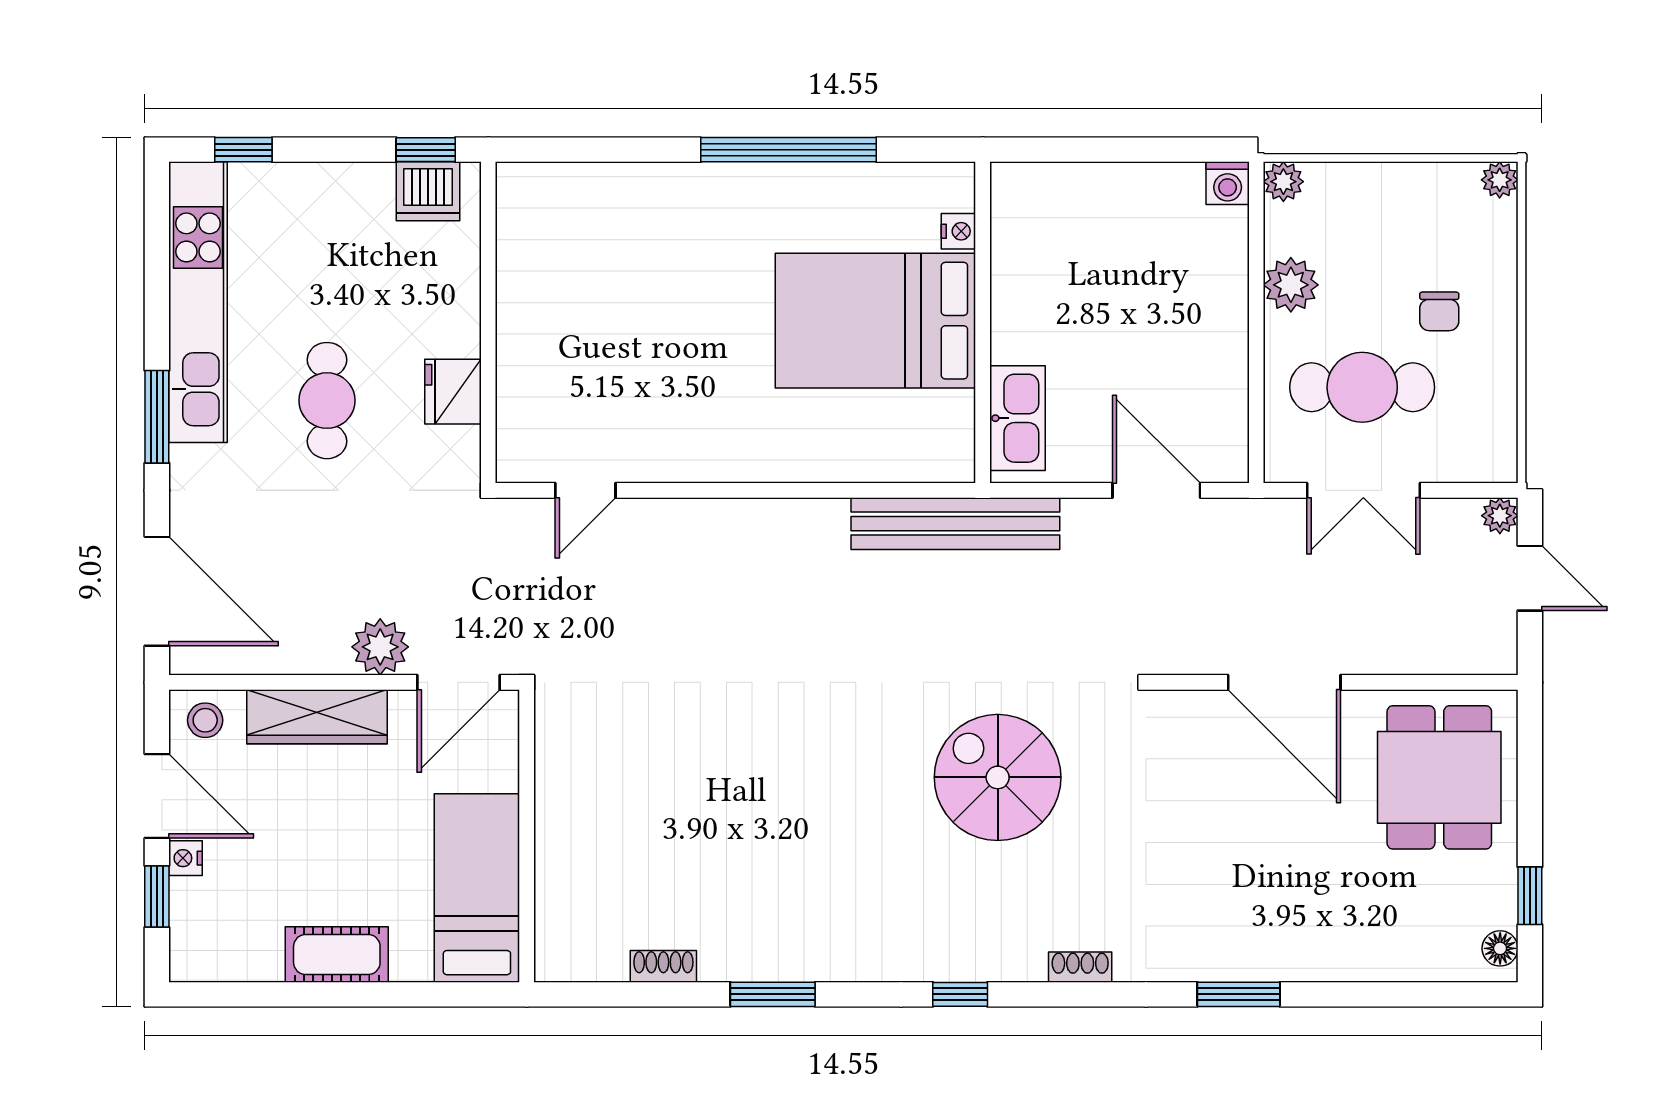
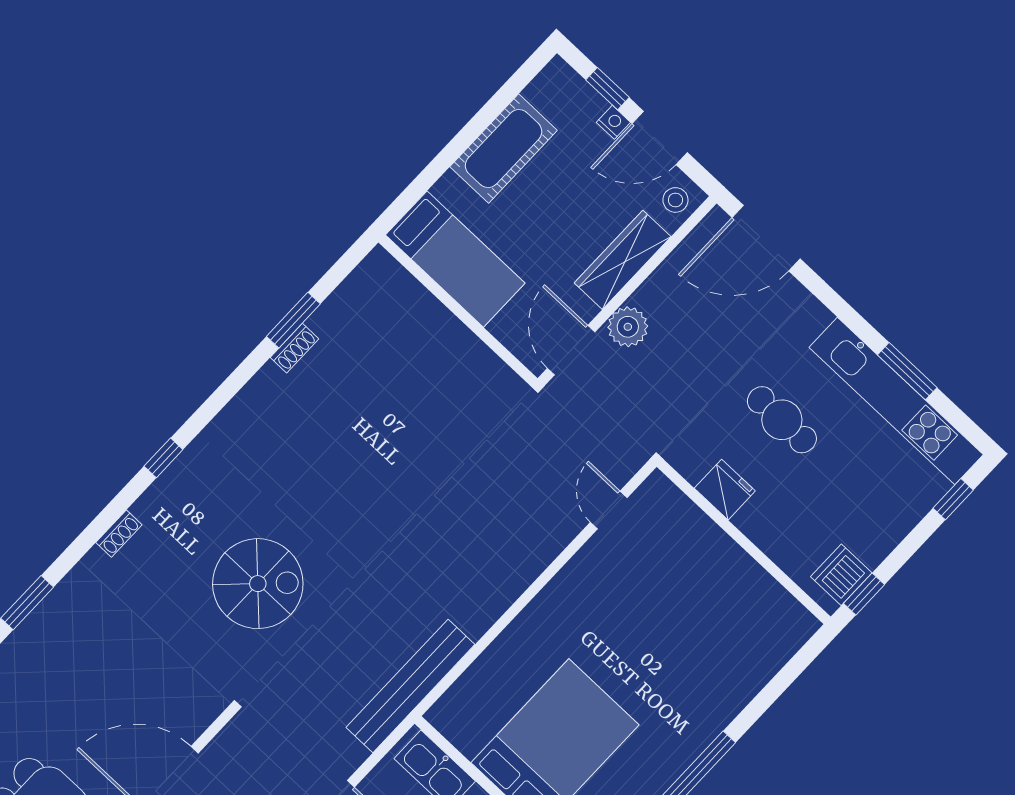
window: (157, 417) -> (907, 371), moved
cot: (337, 954) -> (504, 148), width x1.37, depth x1.34
shoe rack: (663, 966) -> (294, 348), moved
window: (773, 994) -> (293, 320), moved

